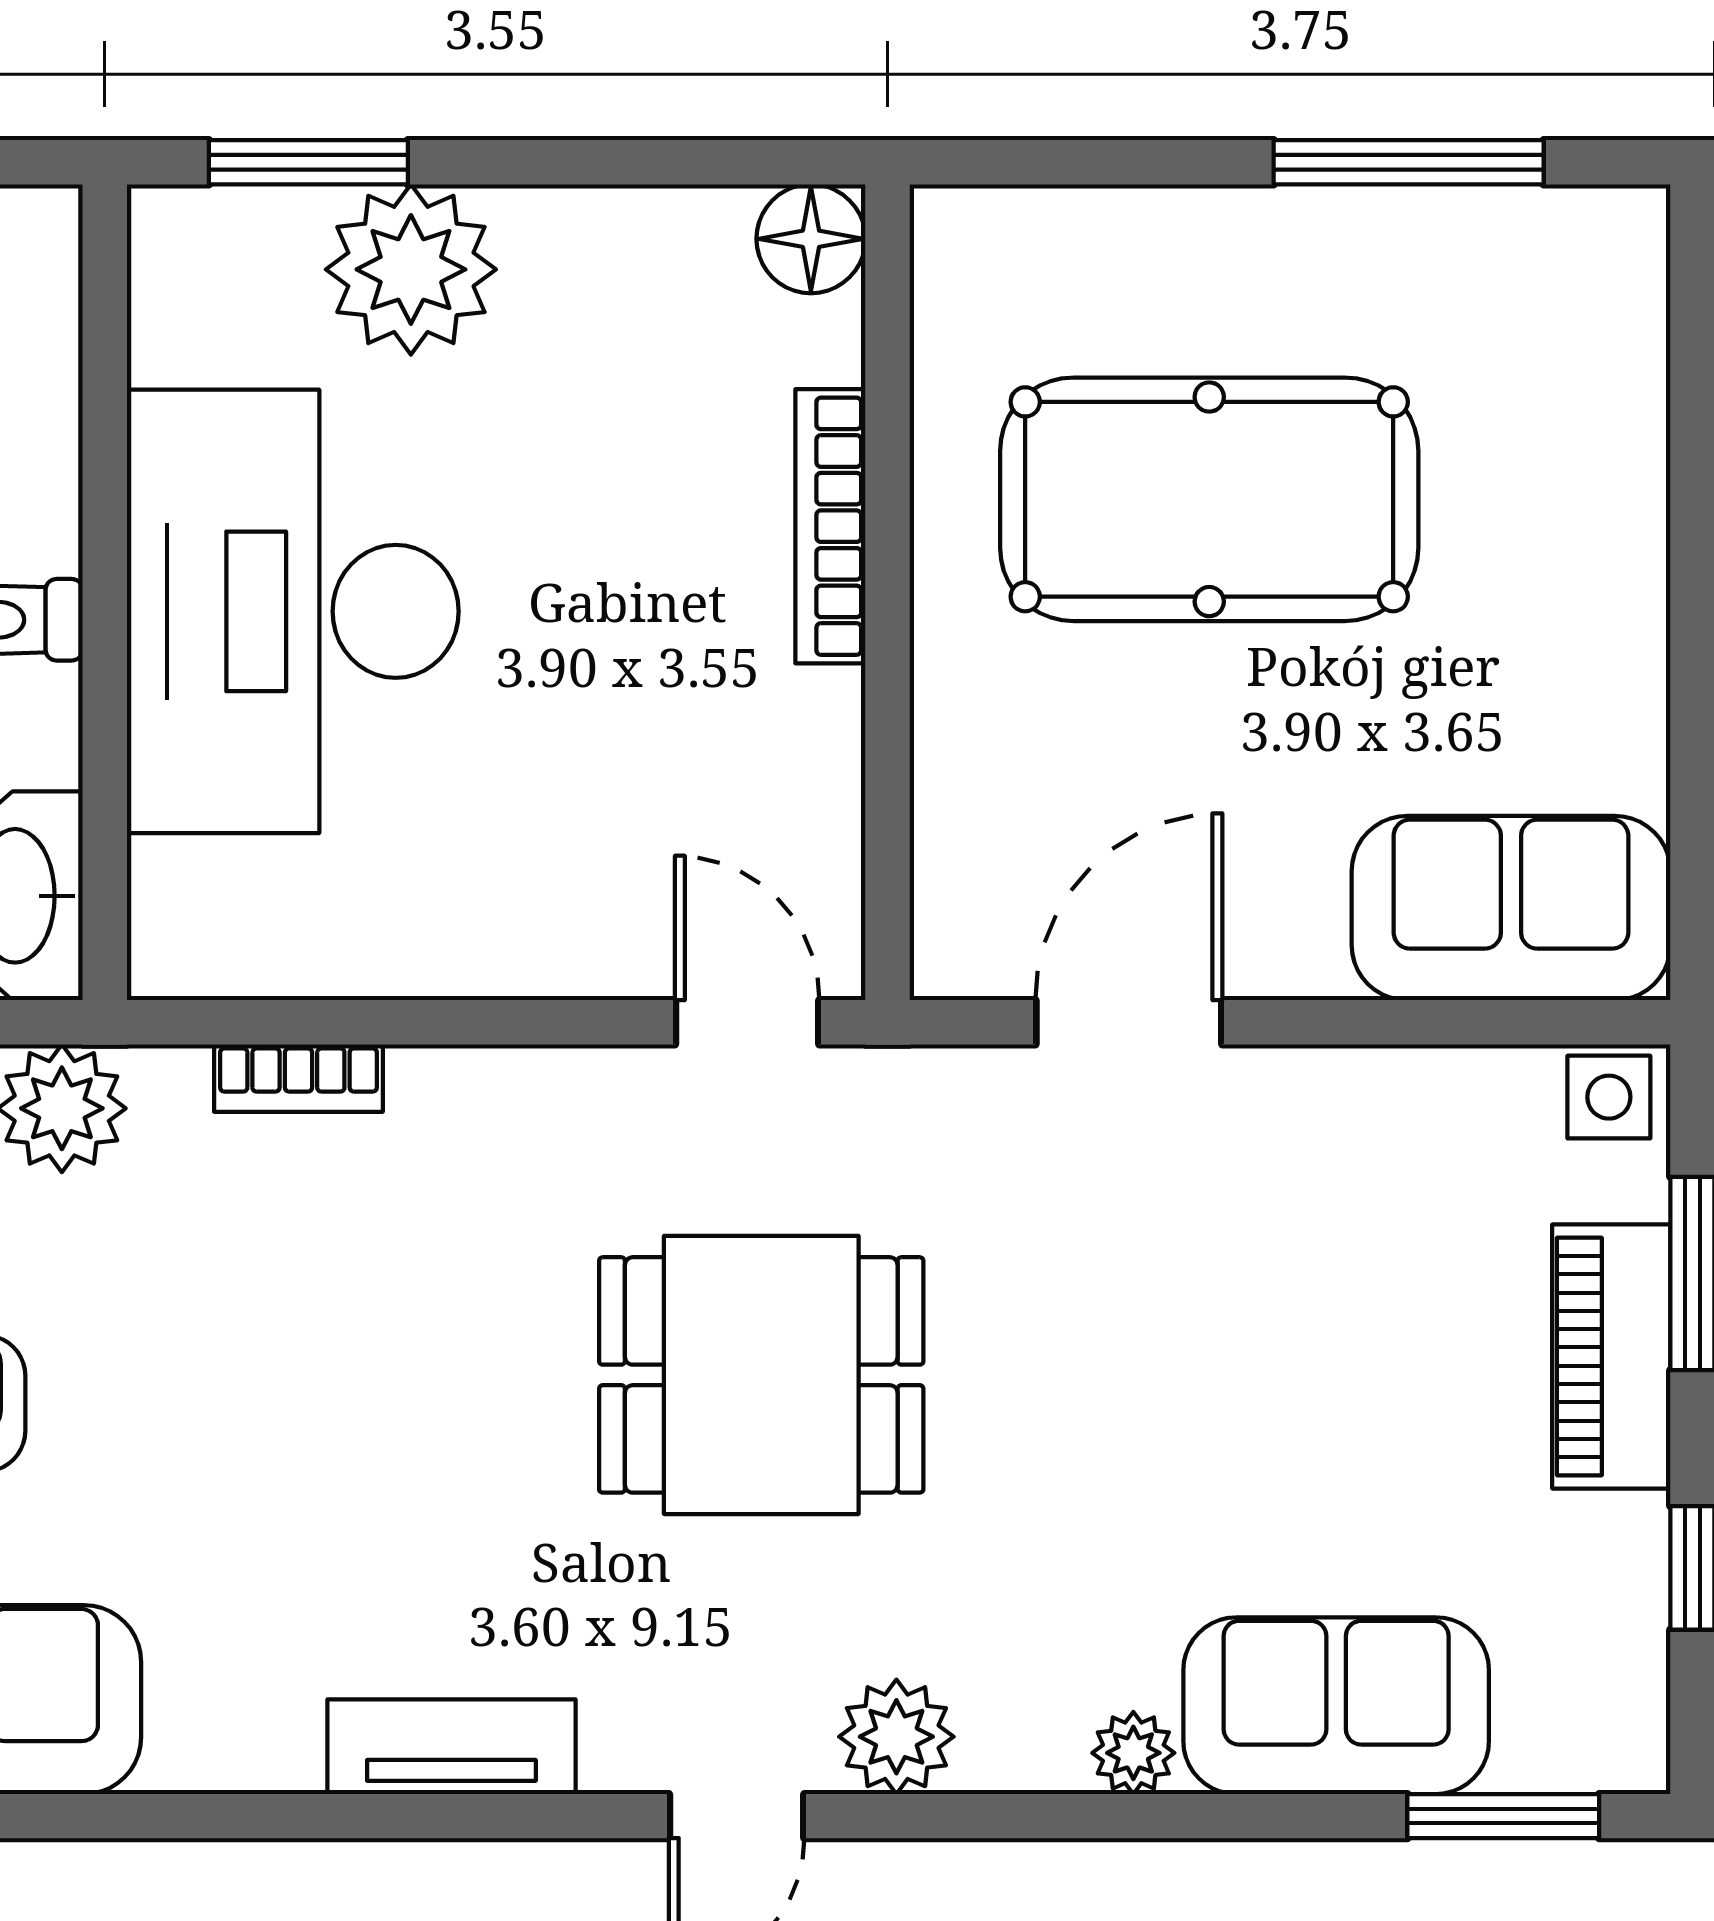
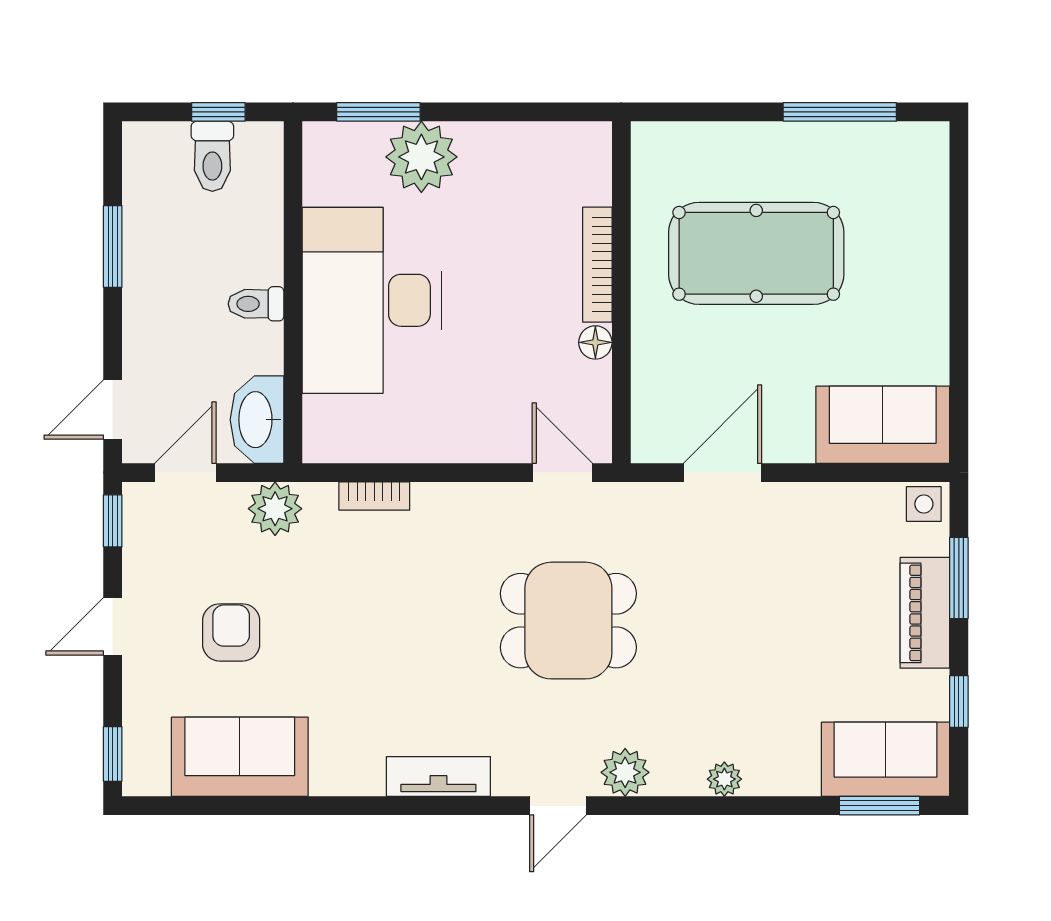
floor lamp: (811, 239) -> (595, 342), moved, width x0.73, depth x0.73
sofa: (1336, 1706) -> (885, 759), moved

